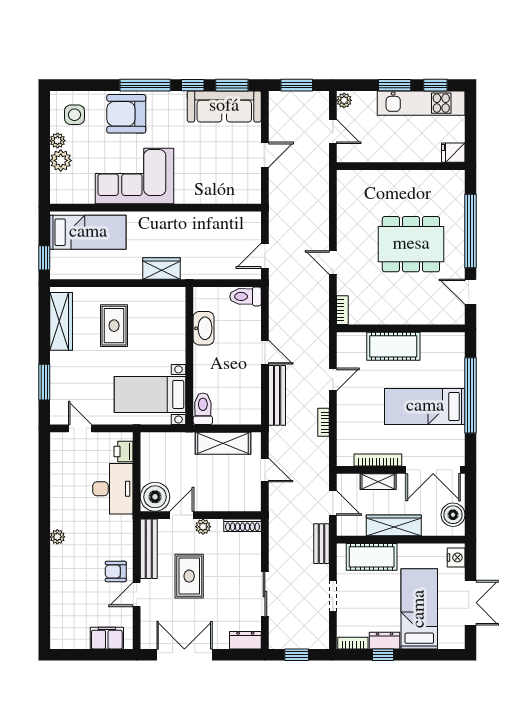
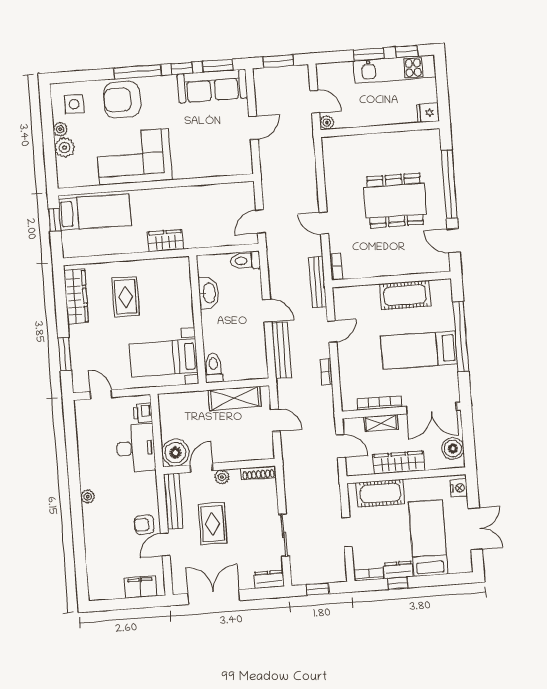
plant: (344, 100) -> (327, 123), moved
window: (44, 258) -> (55, 220), moved
cot: (393, 346) -> (405, 295), moved
bench: (321, 544) -> (318, 282), moved, width x1.36

